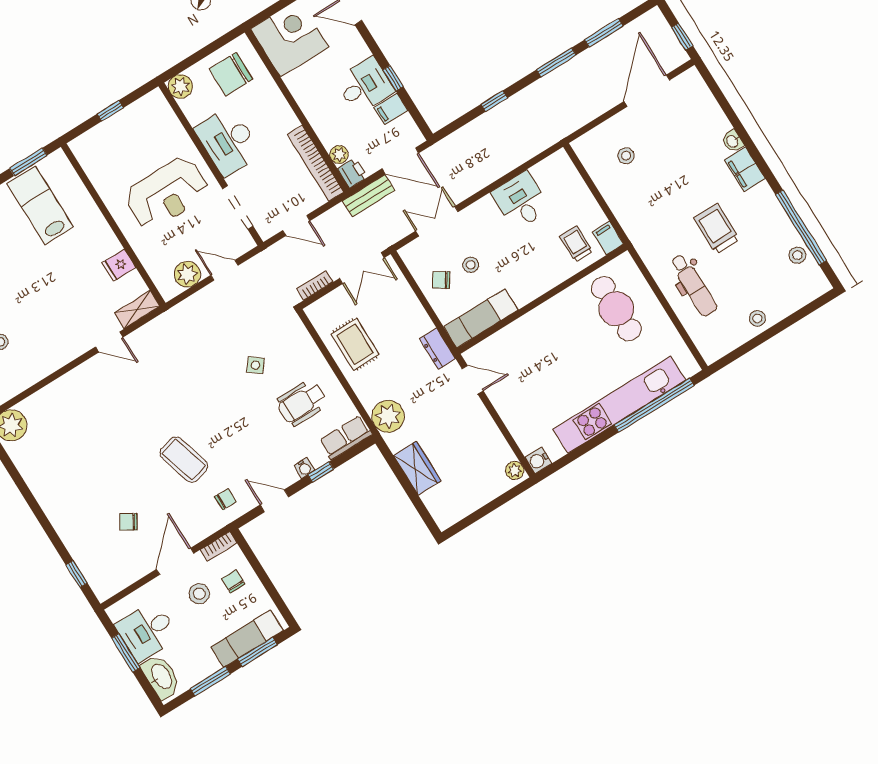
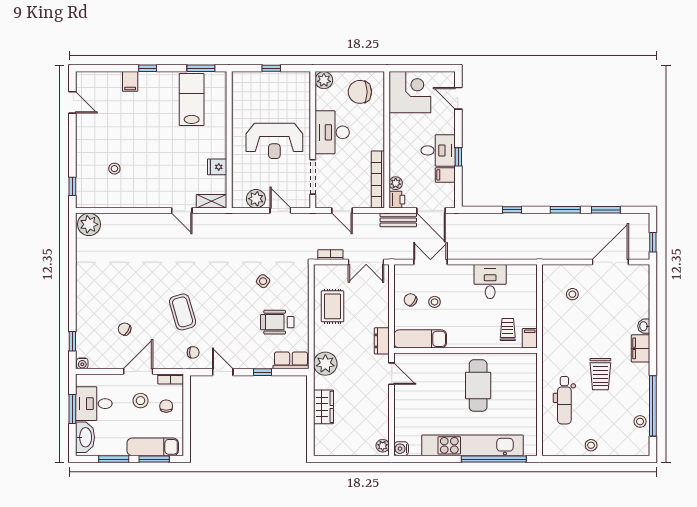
trolley: (717, 229) -> (600, 374), turned 180
cafe table: (616, 309) -> (478, 386), moved
water cooler: (304, 468) -> (82, 363), moved

